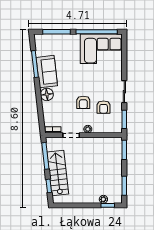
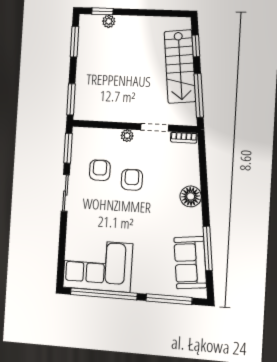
sofa: (47, 72) -> (190, 263), moved

